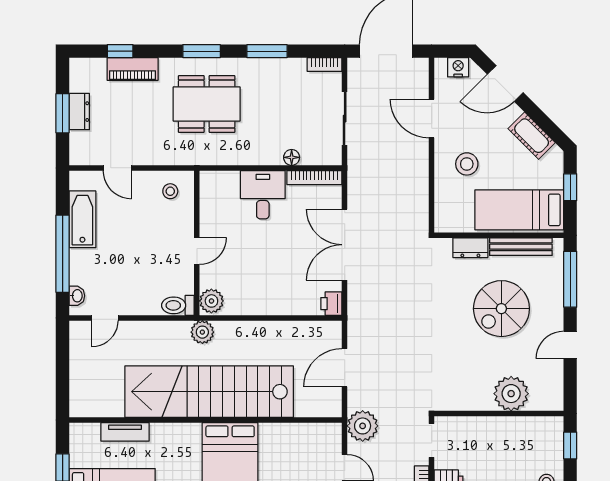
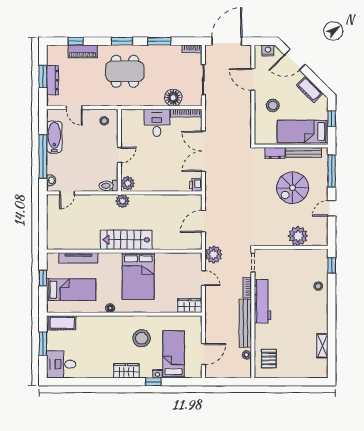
dresser: (79, 112) -> (52, 80), width x1.44
floor lamp: (292, 157) -> (173, 98), width x1.89, depth x1.89
stairs: (209, 392) -> (126, 240), width x0.54, depth x0.66
tv unit: (125, 432) -> (78, 258), width x1.41

